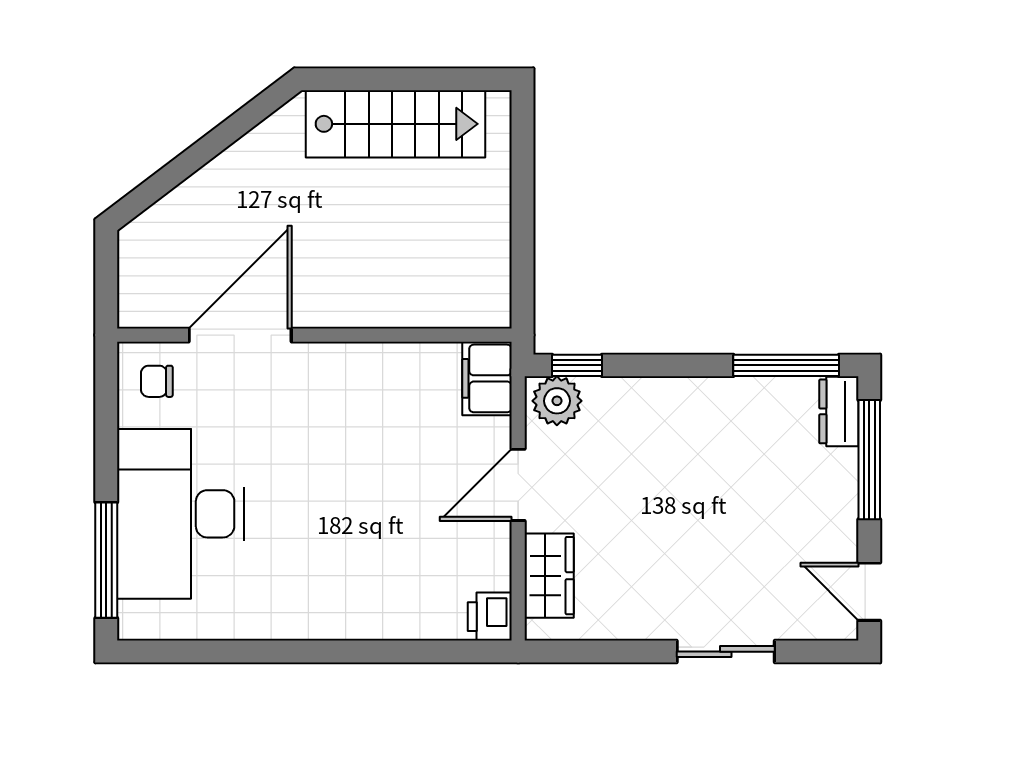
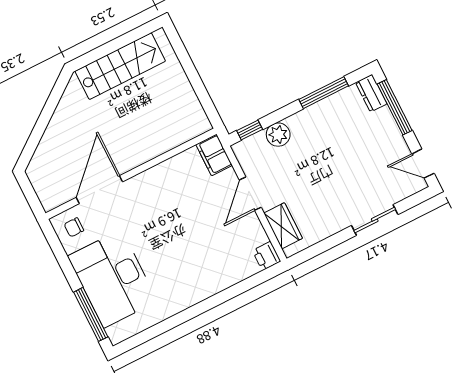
window: (786, 365) -> (324, 93), moved
plant: (557, 401) -> (278, 135), moved

